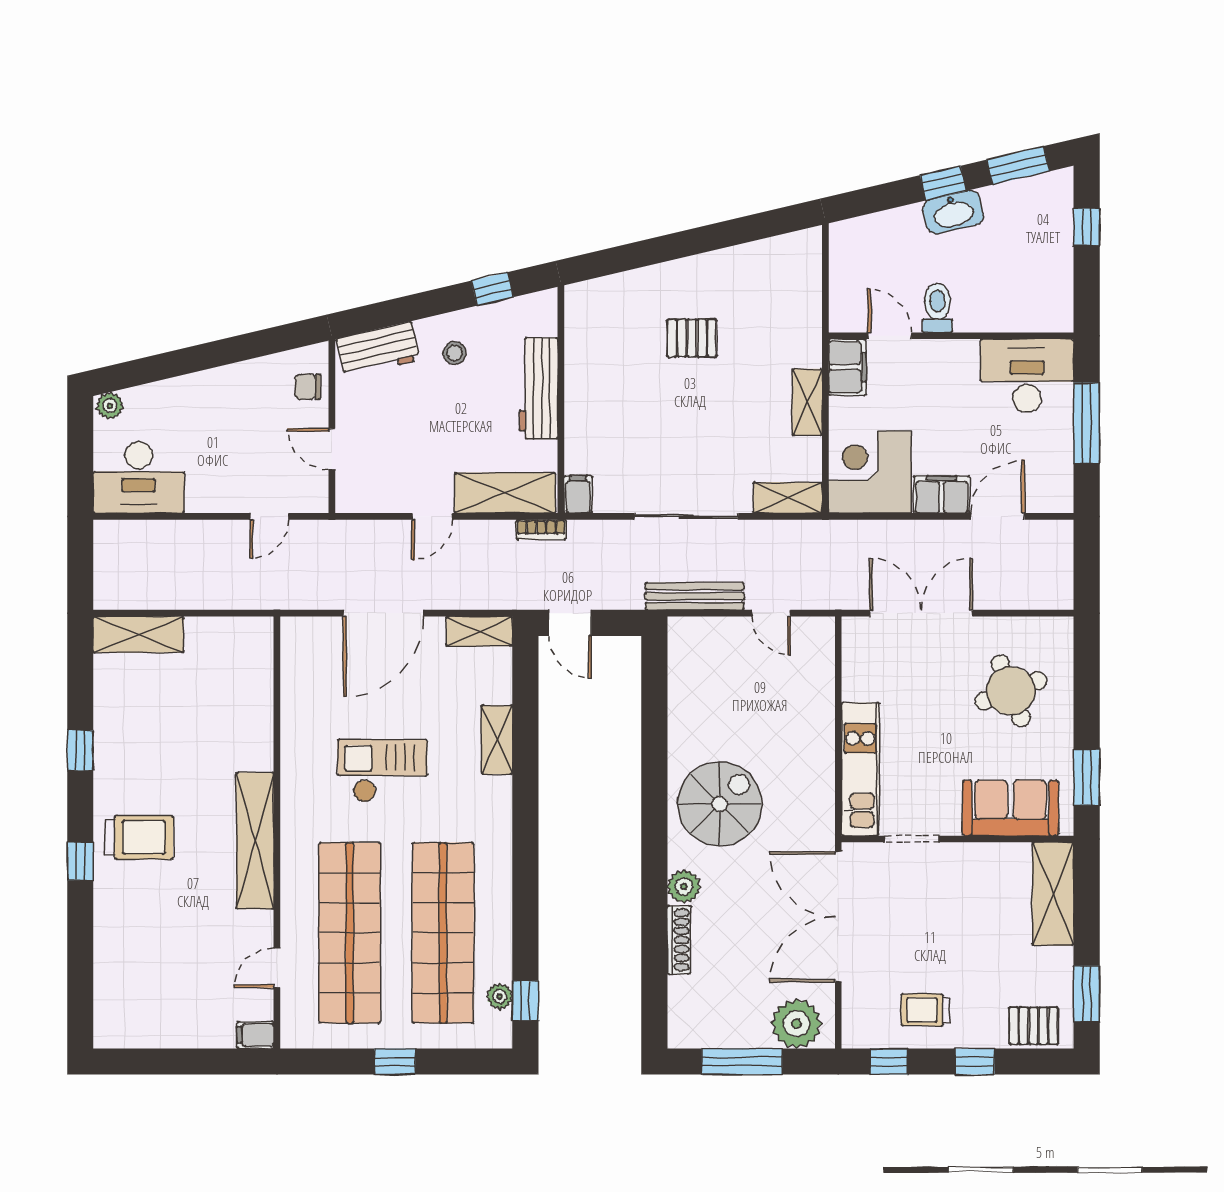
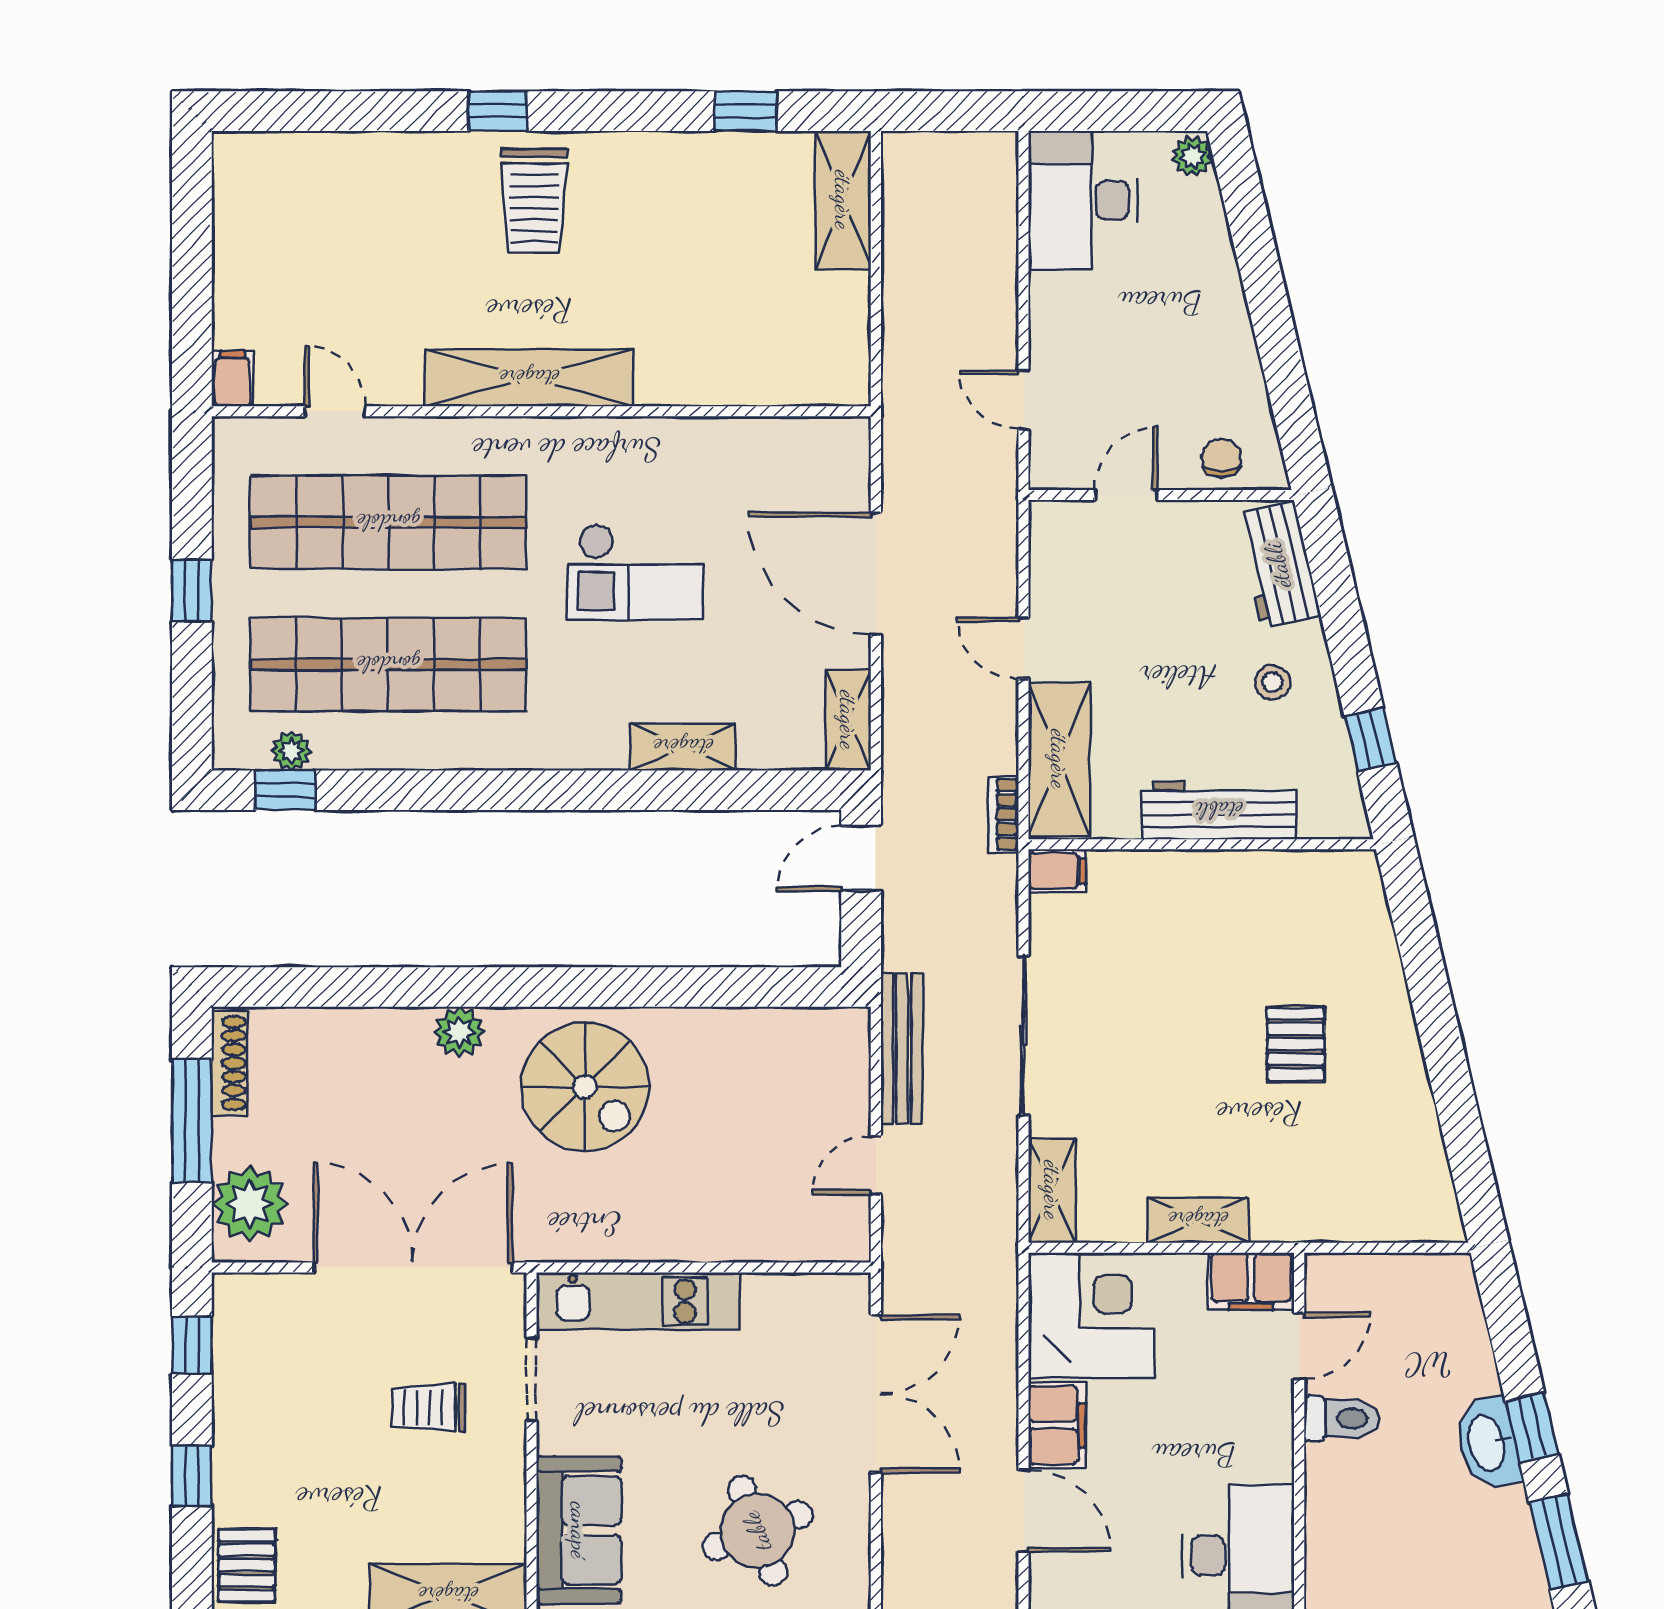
window: (80, 750) -> (746, 111), moved
checkout: (382, 771) -> (636, 572), turned 90
shoe rack: (679, 940) -> (229, 1063), moved, turned -90
trolley: (925, 1010) -> (428, 1407), moved, turned -90

